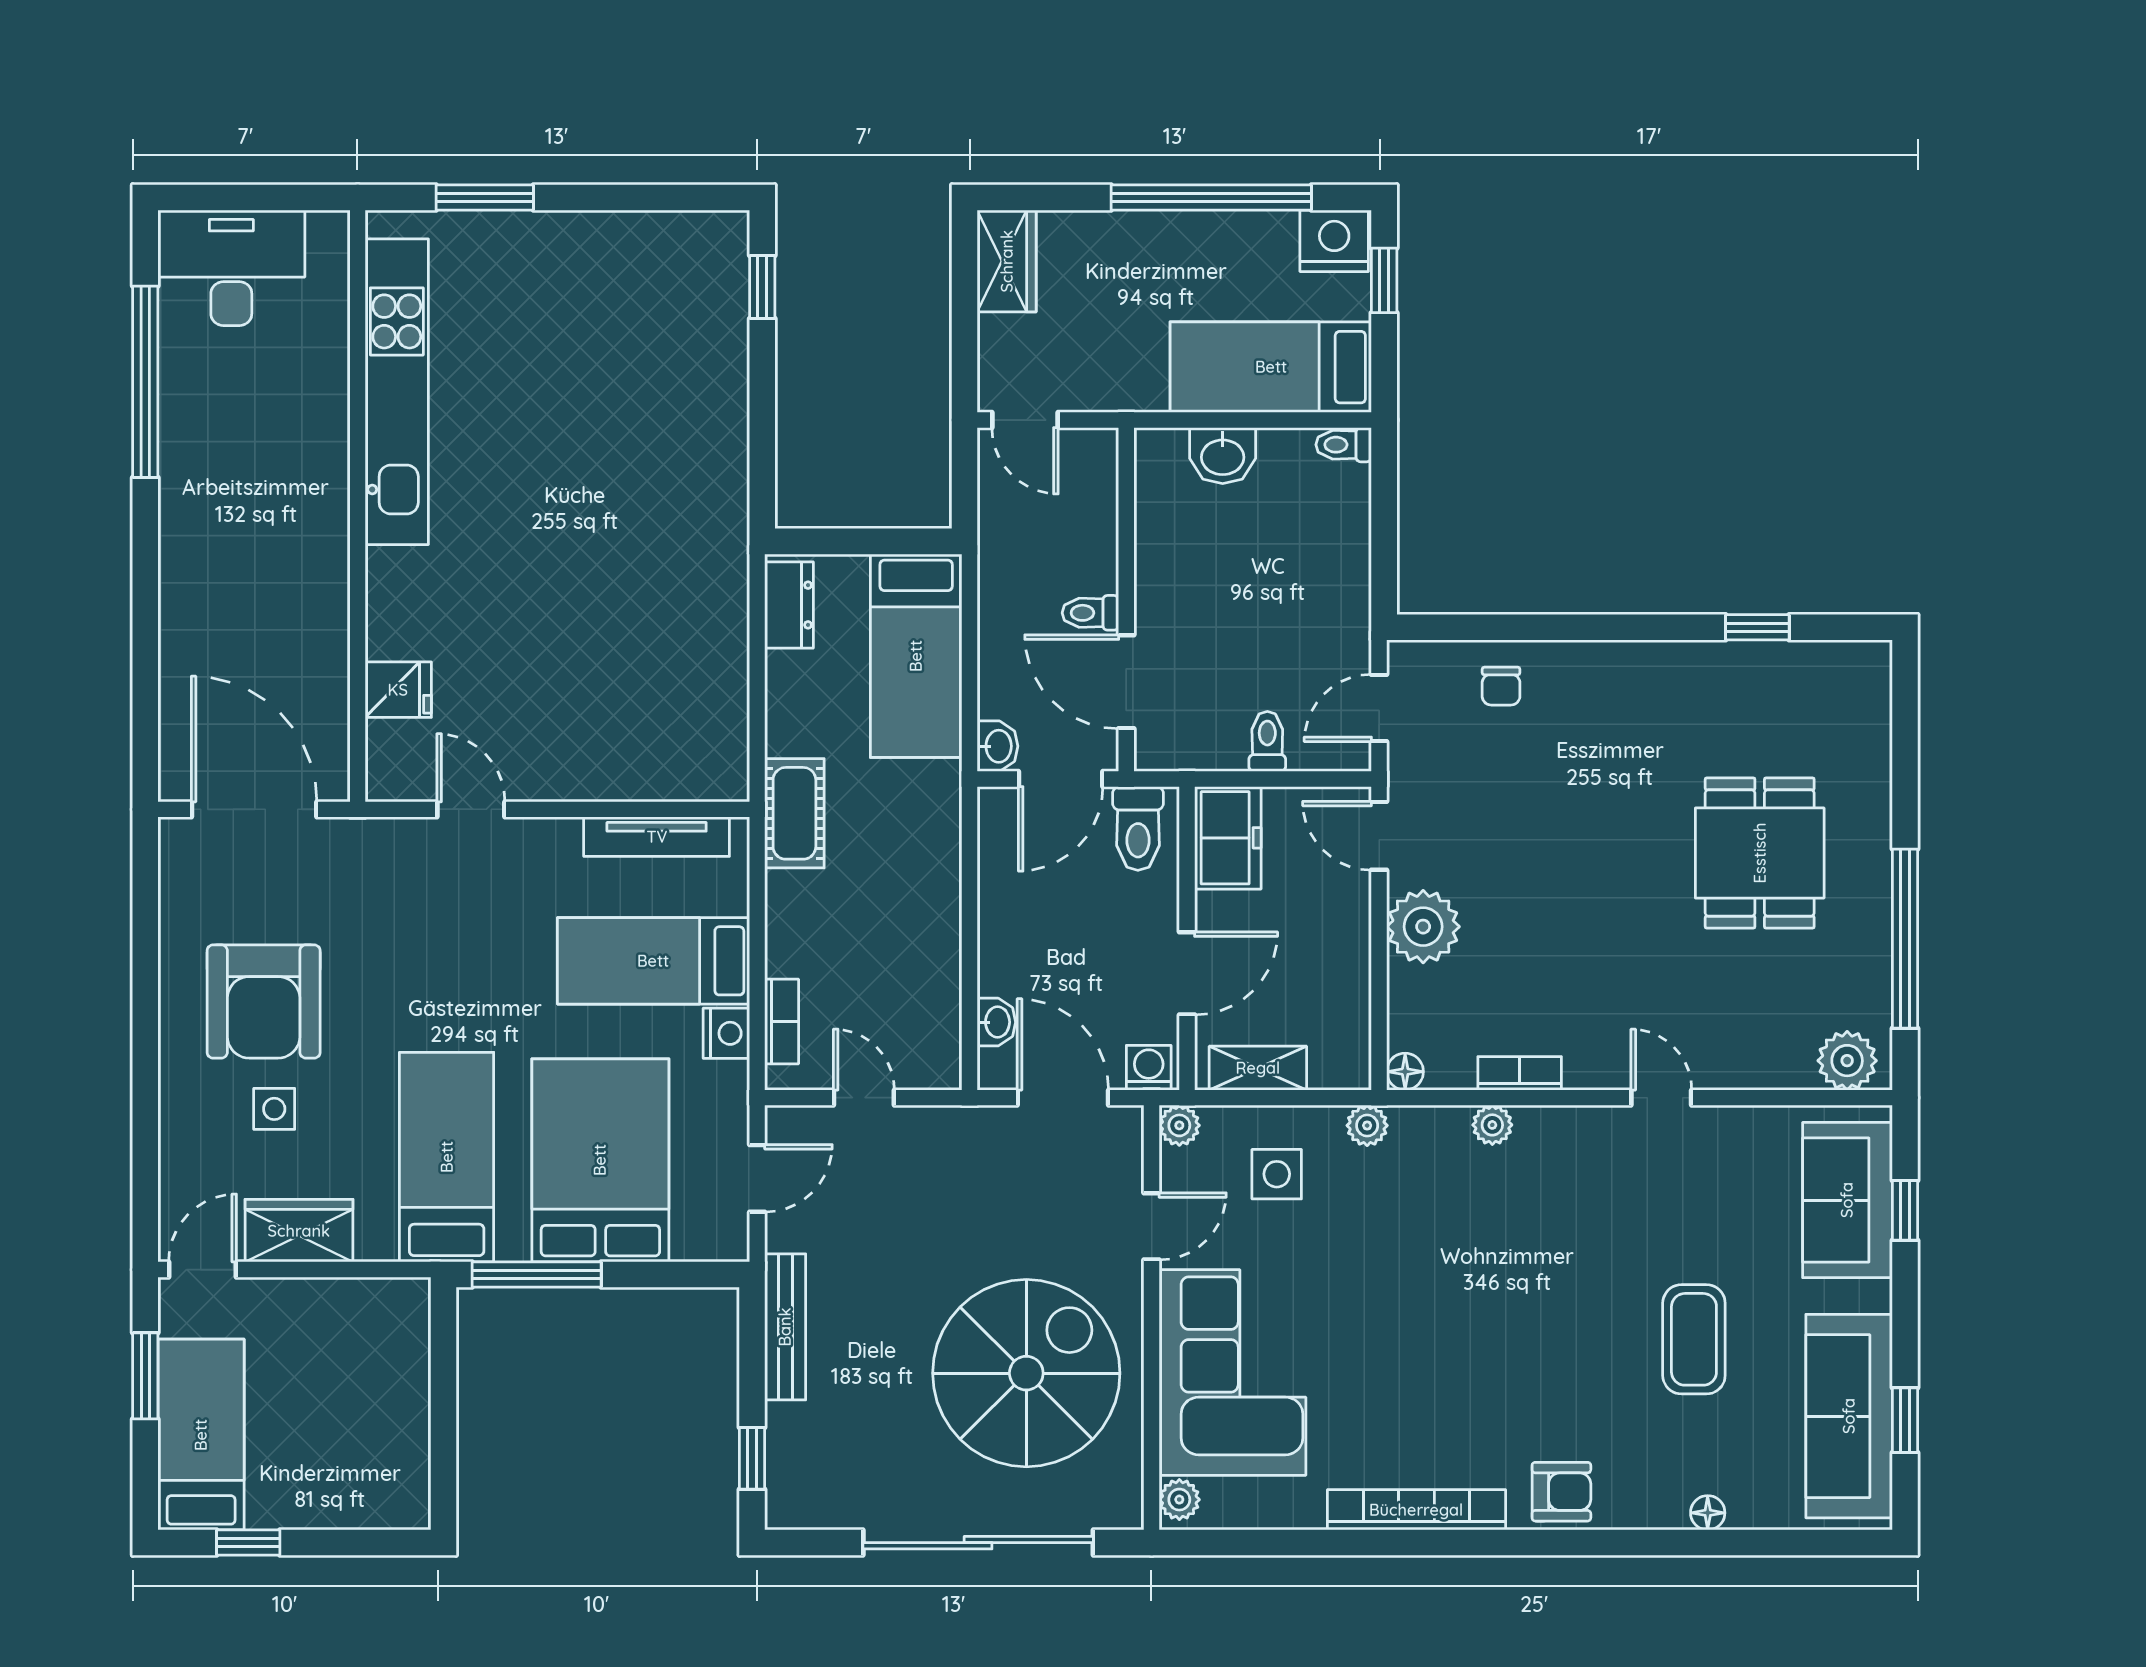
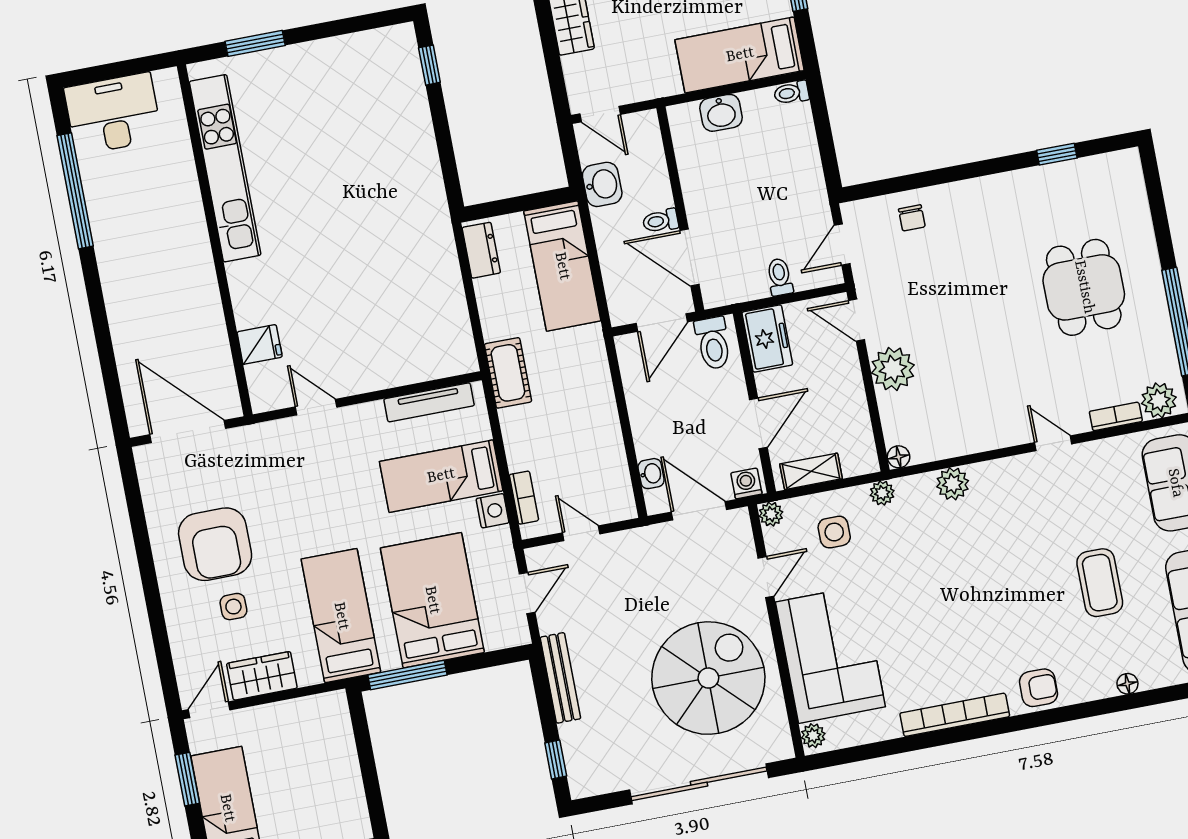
washbasin: (997, 746) -> (602, 184), moved, width x1.38, depth x1.45
bookcase: (1520, 1073) -> (1116, 416), moved
plant: (1492, 1125) -> (953, 484), width x1.38, depth x1.38

